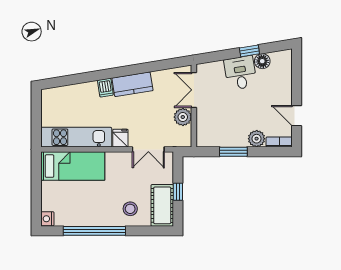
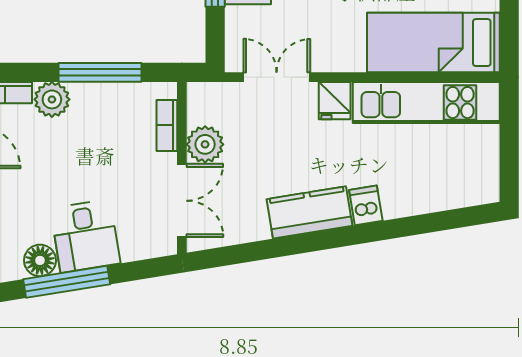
window: (249, 51) -> (67, 282), width x2.17
bookcase: (201, 126) -> (167, 125), added
window: (233, 152) -> (100, 72), width x1.44

